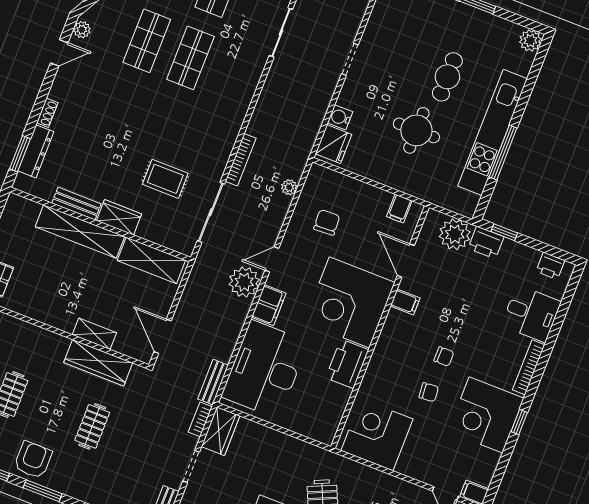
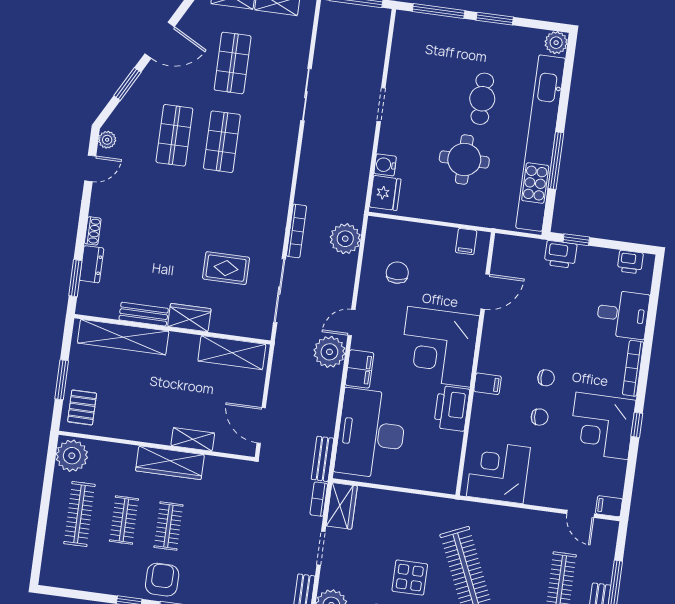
kitchen unit: (493, 132) -> (541, 143), width x1.36
dresser: (36, 151) -> (92, 264), width x0.70
plant: (289, 187) -> (345, 239), width x1.87, depth x1.87
shelving: (80, 232) -> (123, 337), moved
plant: (455, 234) -> (527, 254), removed
door: (406, 261) -> (485, 292), swing flipped
filing cabinet: (405, 302) -> (488, 384), moved
wardrobe: (98, 363) -> (170, 463), moved
clothes rail: (92, 426) -> (168, 526), moved

